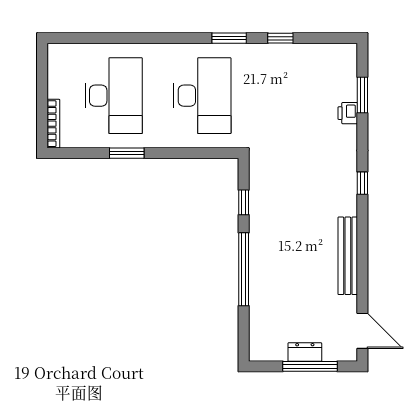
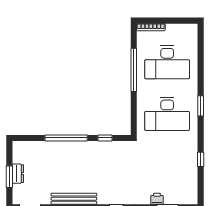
window: (229, 38) -> (201, 106), moved
window: (127, 153) -> (134, 70), width x2.11
window: (310, 366) -> (9, 177), width x0.69

